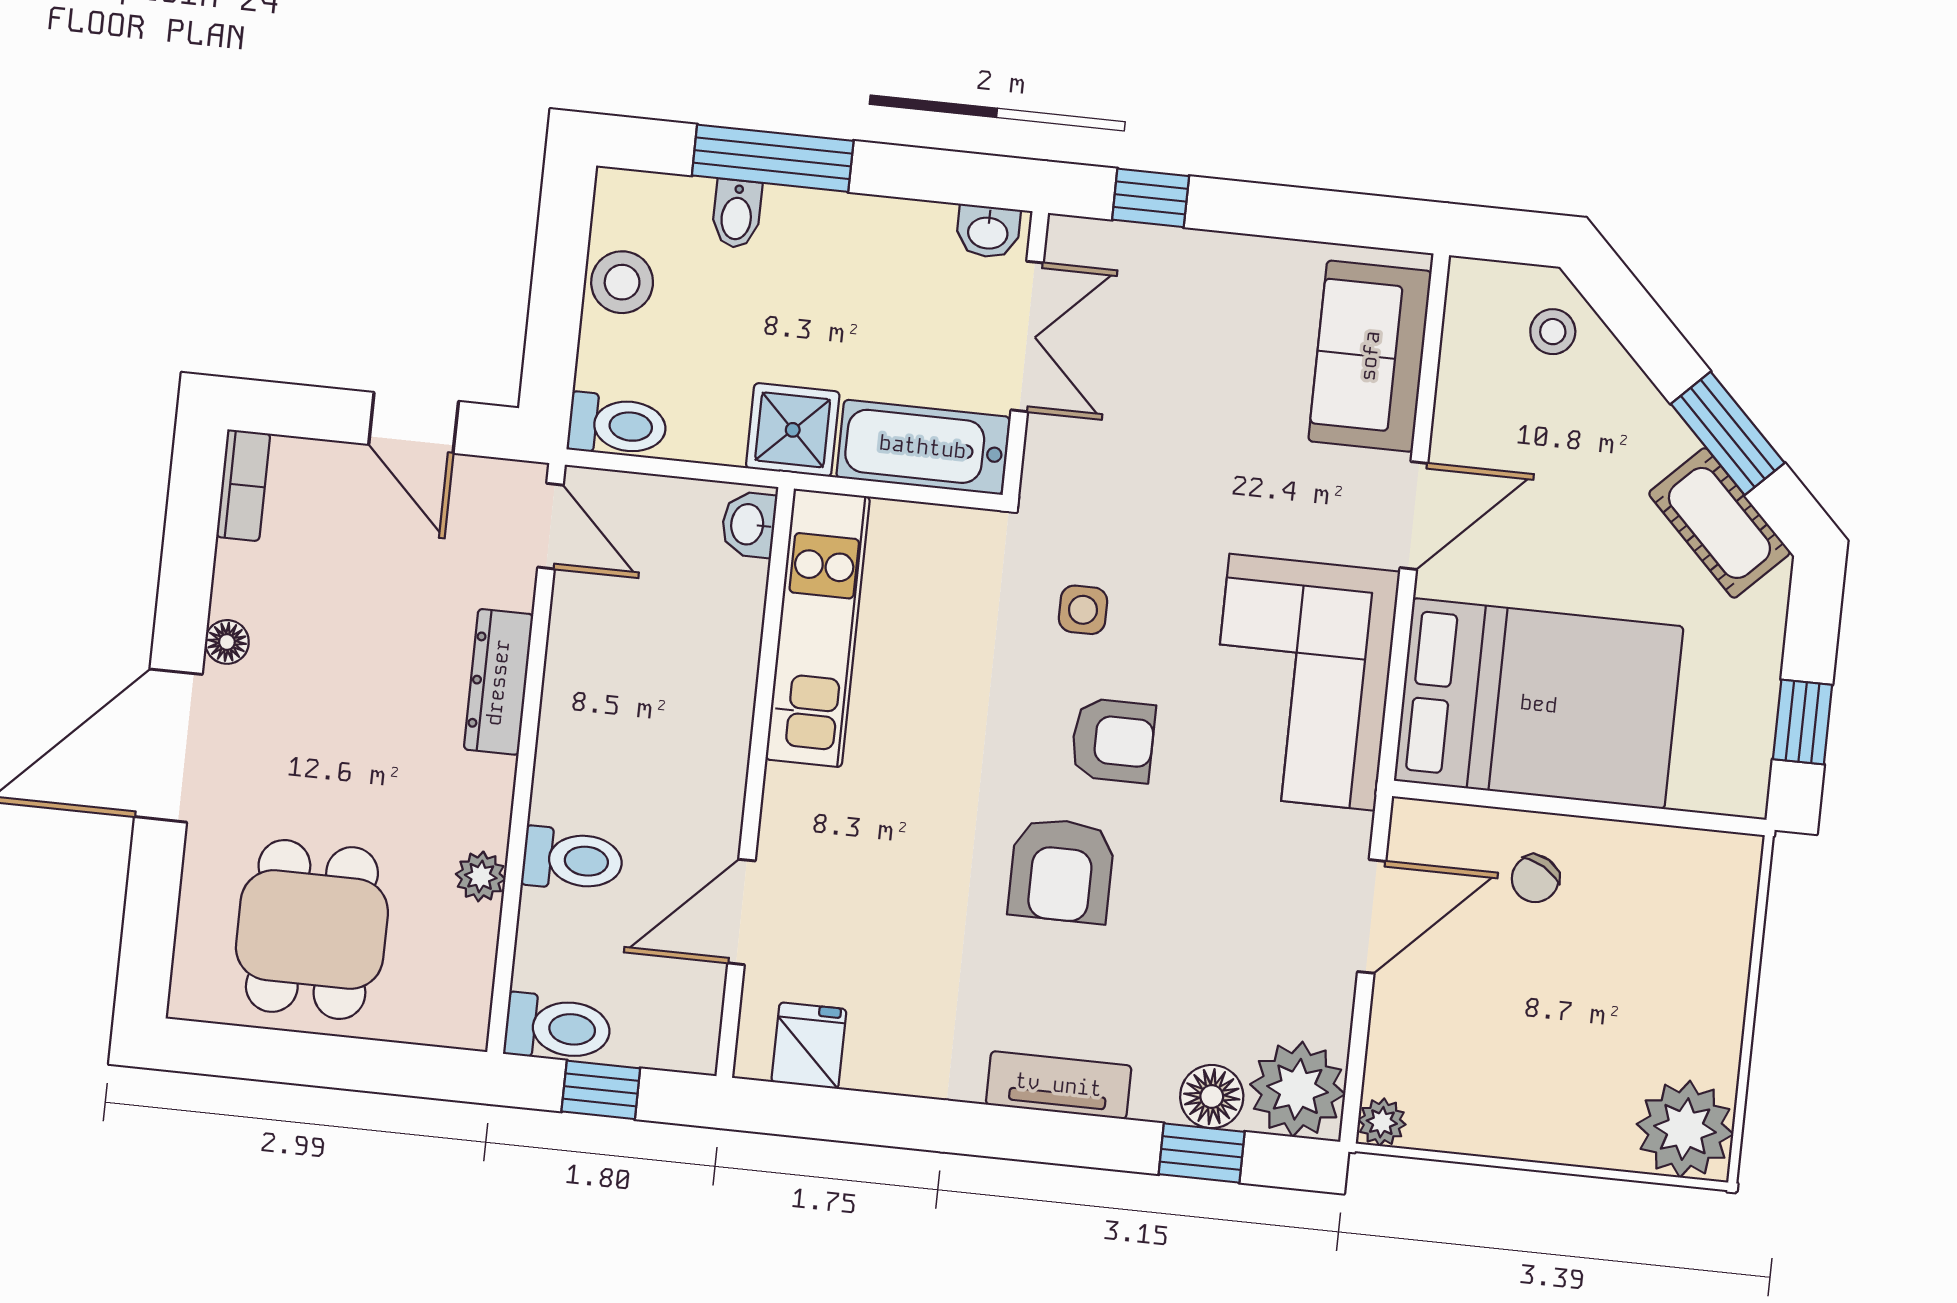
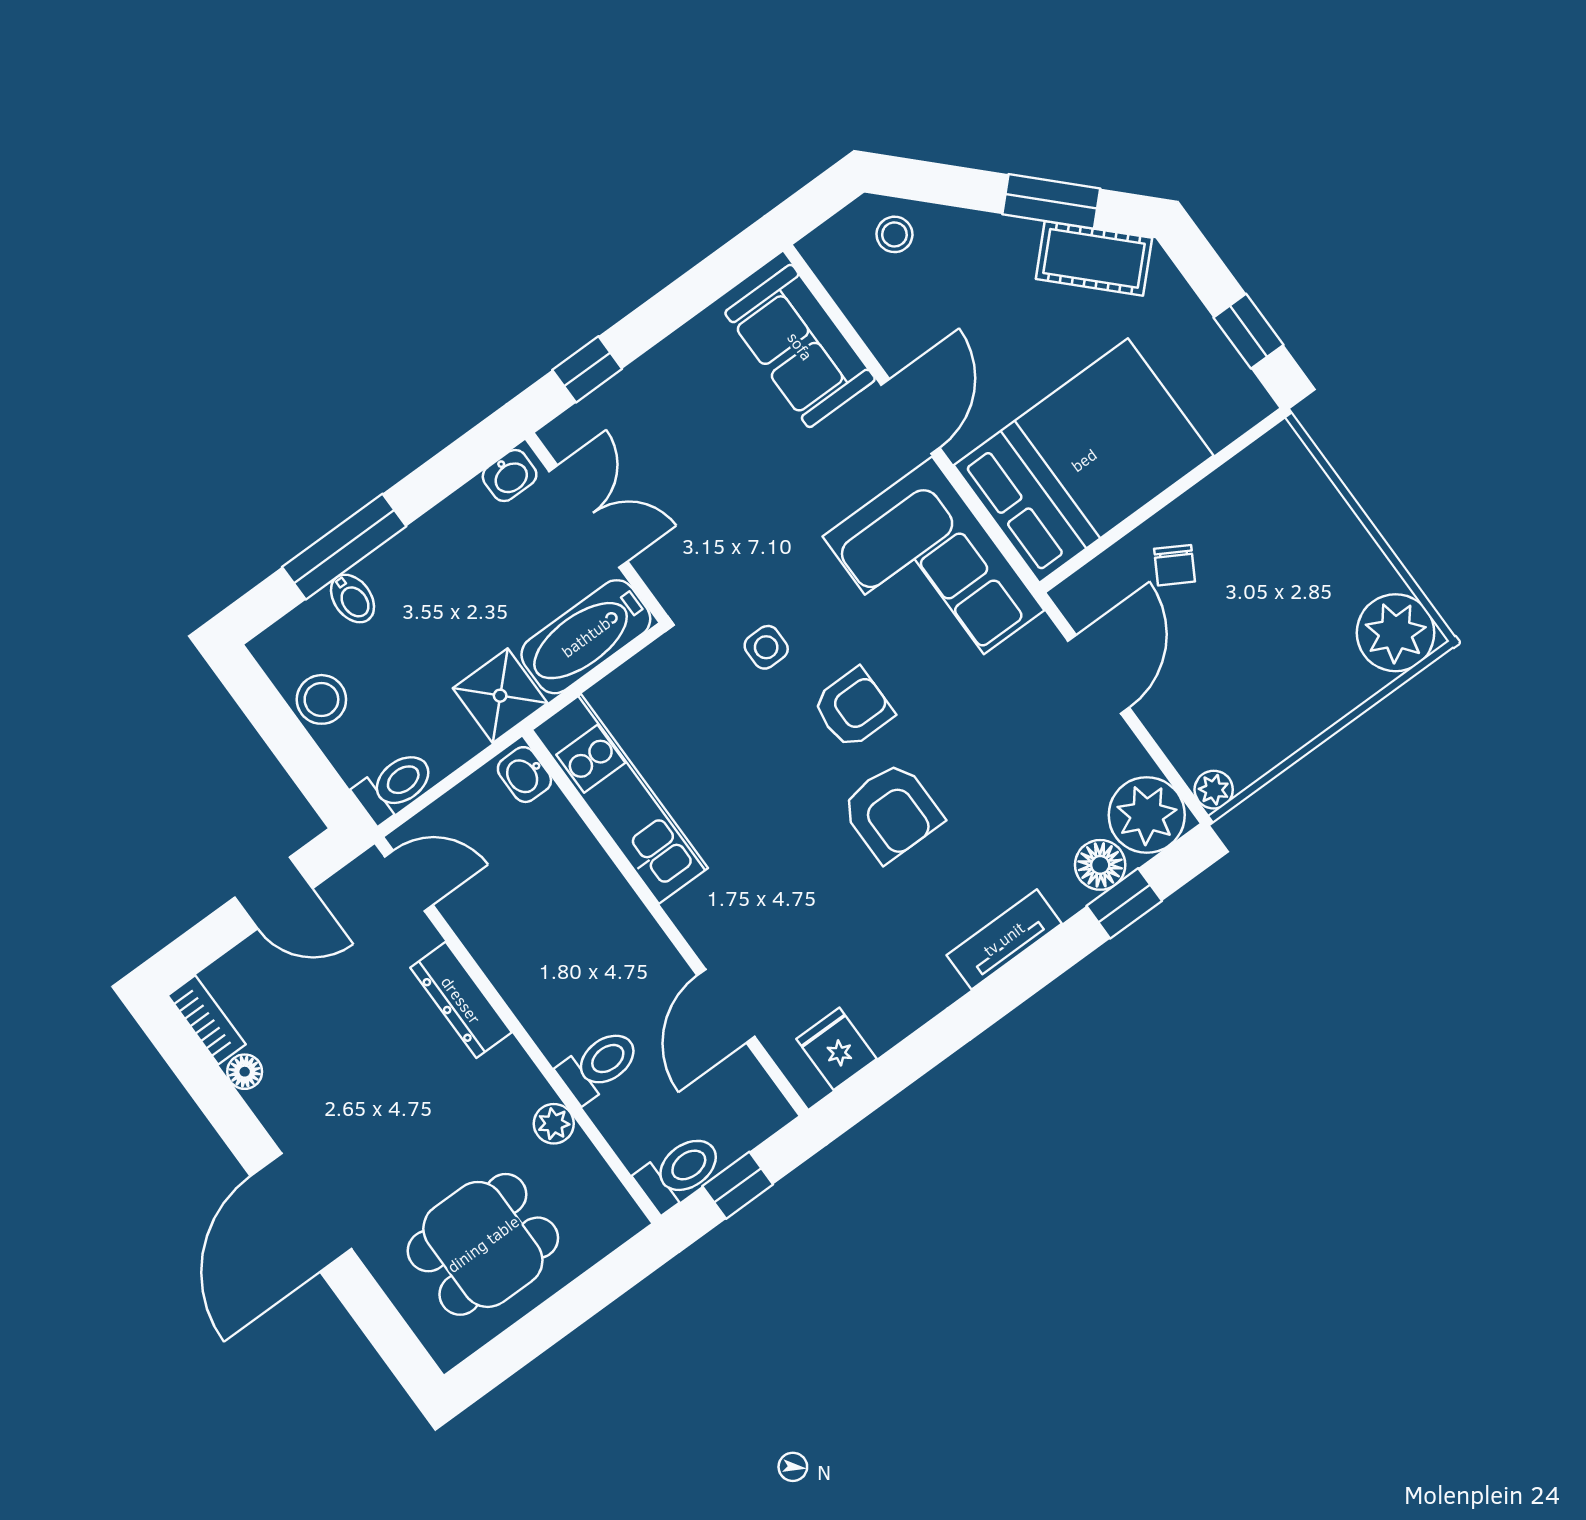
floor lamp: (227, 642) -> (245, 1072), moved
dining table: (312, 930) -> (483, 1244), turned 90

